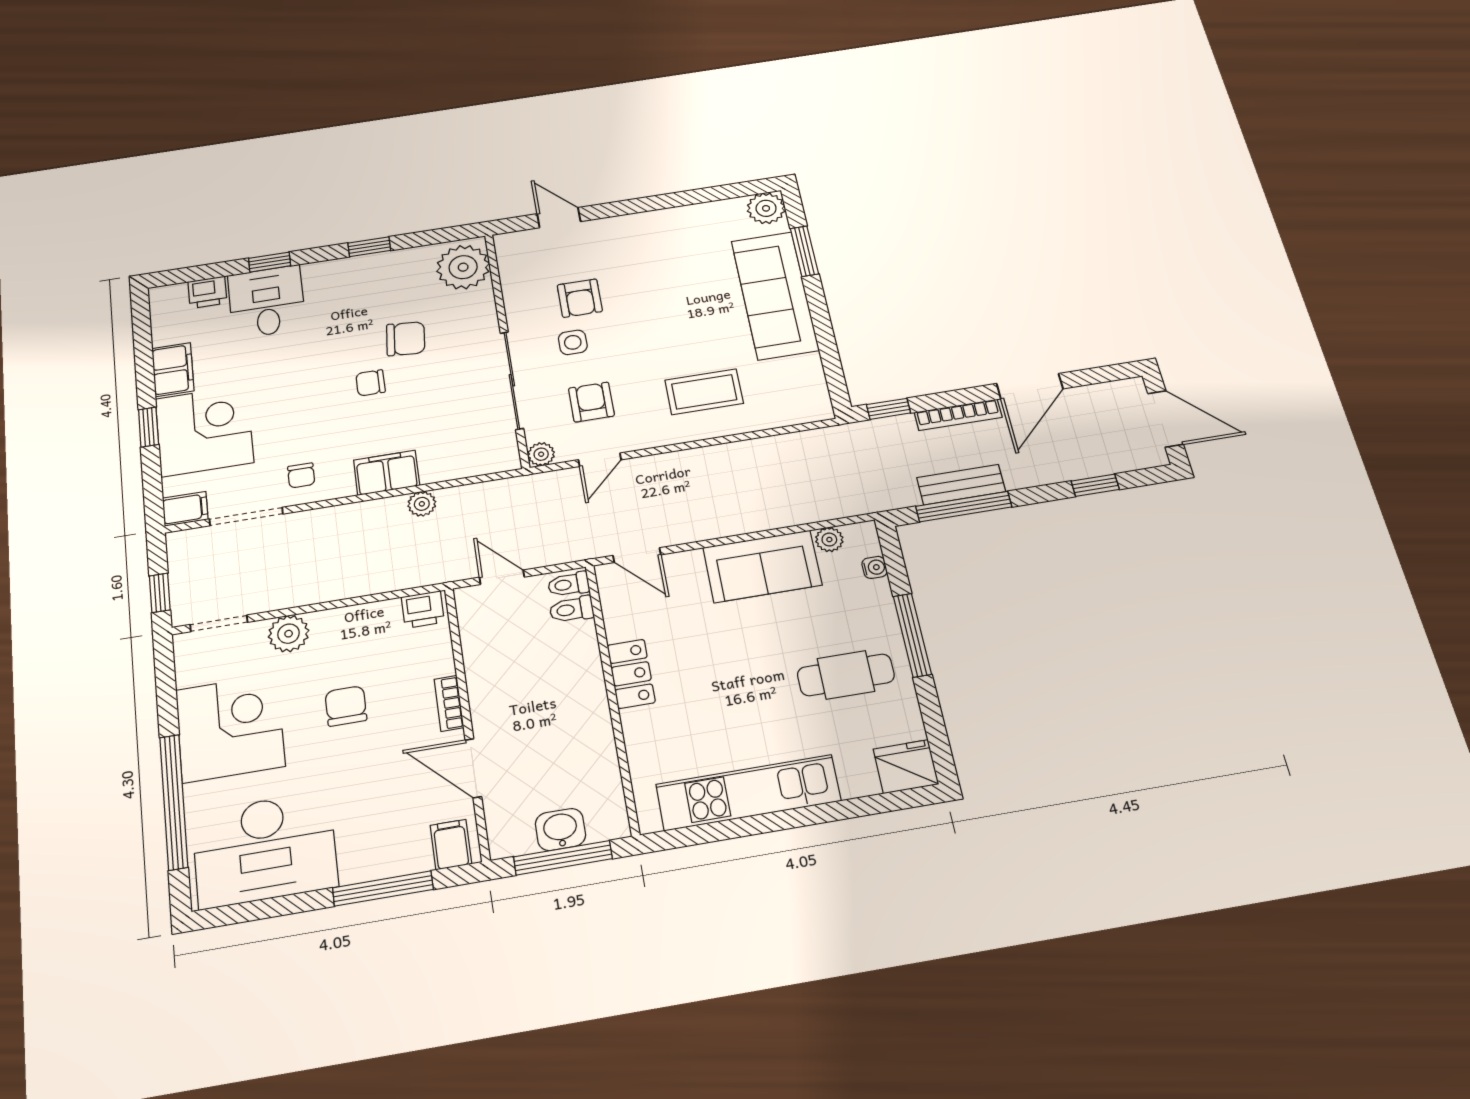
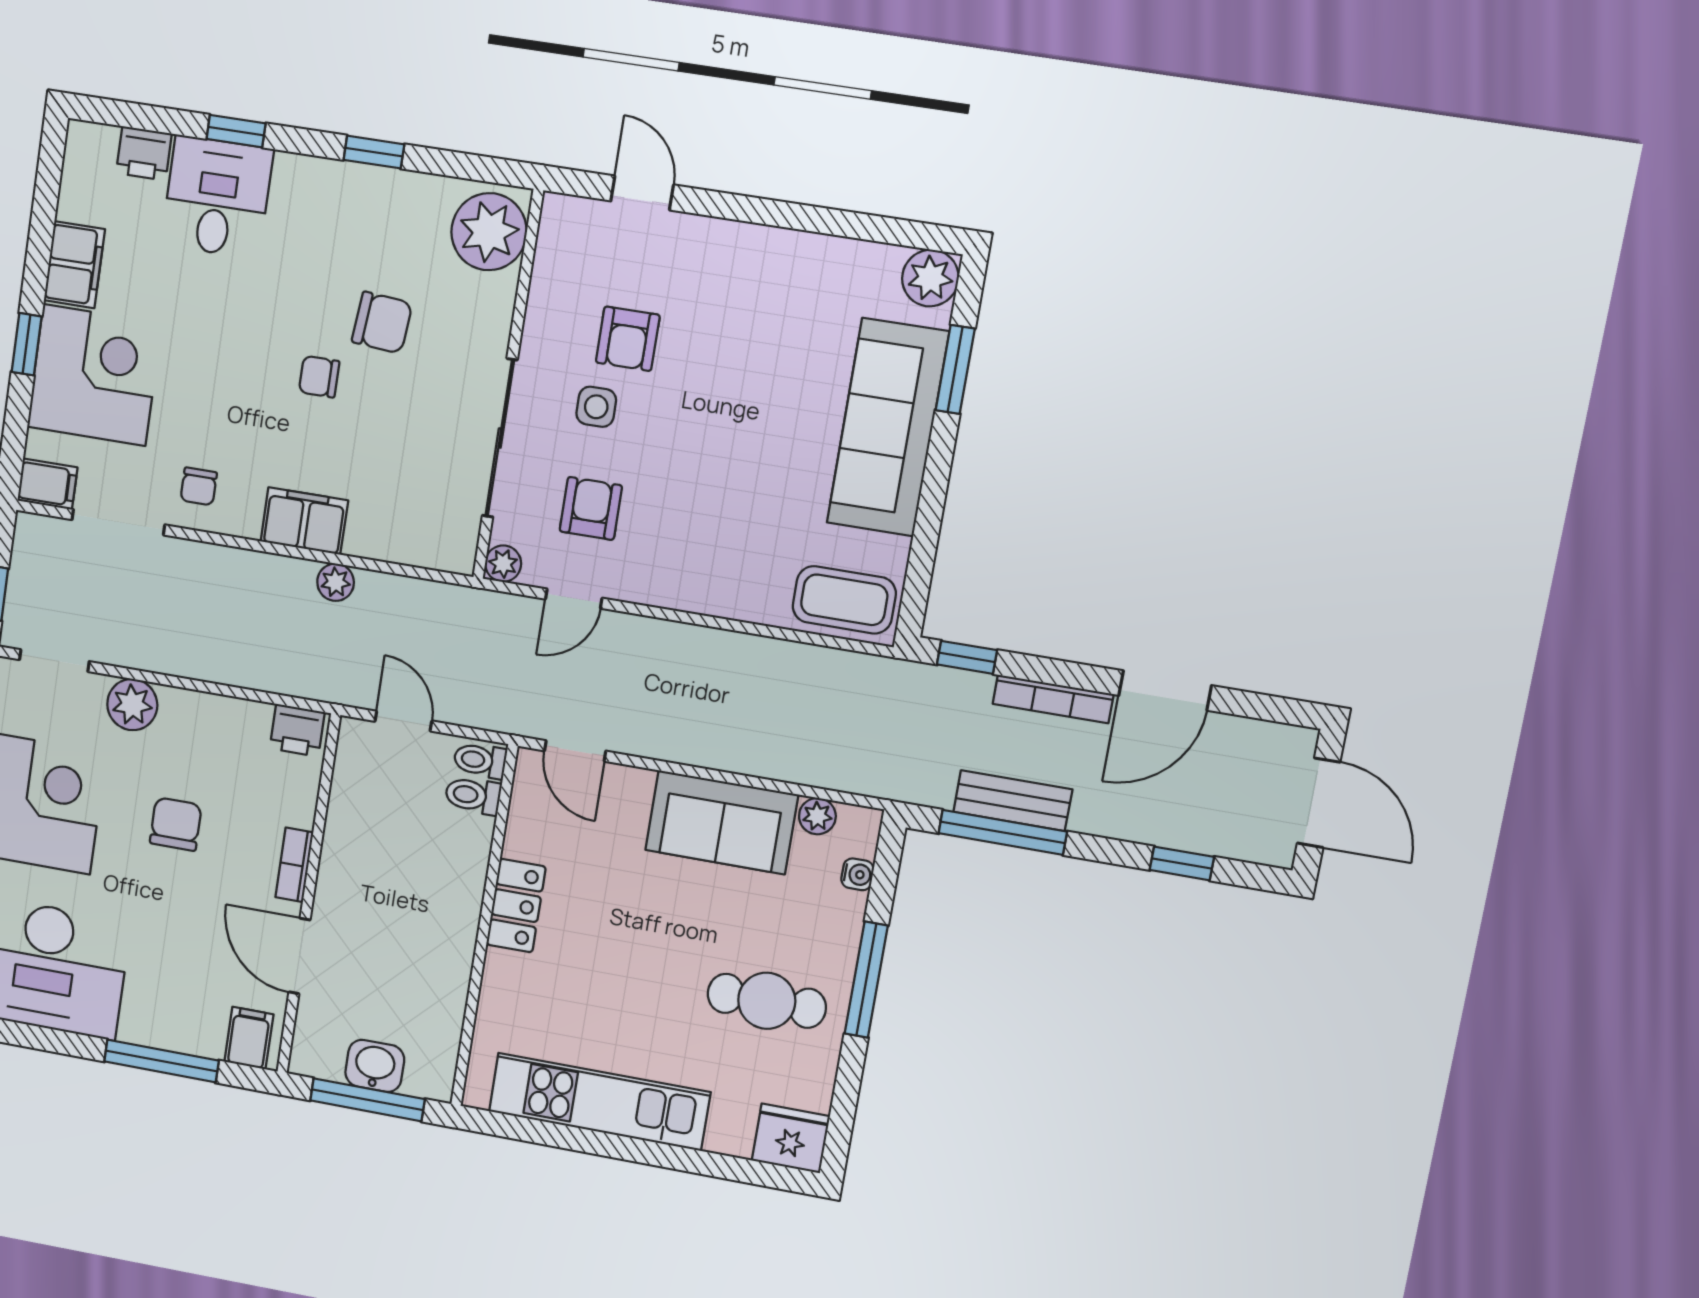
coffee table: (704, 392) -> (844, 600), moved

